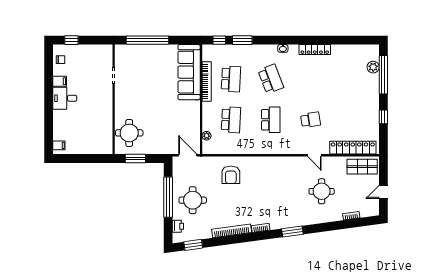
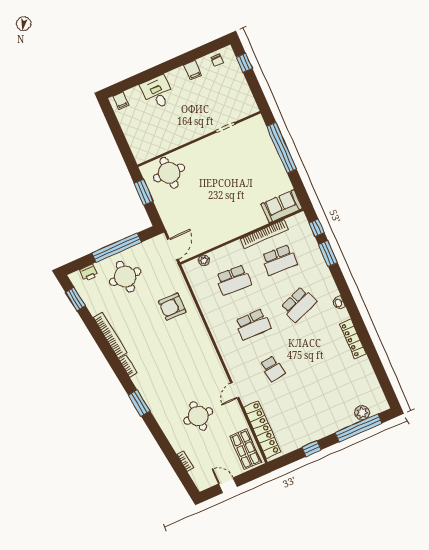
sofa: (189, 72) -> (282, 206), width x0.54, depth x0.79
desk: (65, 98) -> (157, 92), moved

